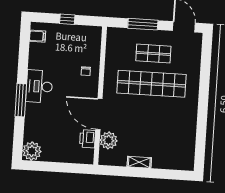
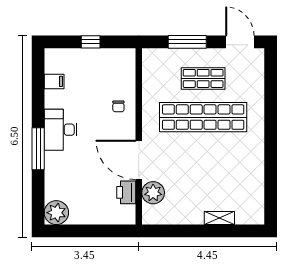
filing cabinet: (37, 36) -> (54, 81), moved
shelving: (139, 162) -> (219, 218), moved

